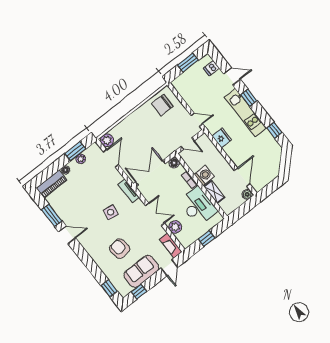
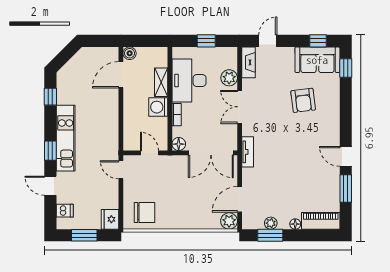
fridge: (222, 138) -> (110, 219), moved
side table: (111, 212) -> (283, 145), removed
sofa: (141, 271) -> (317, 60), moved

